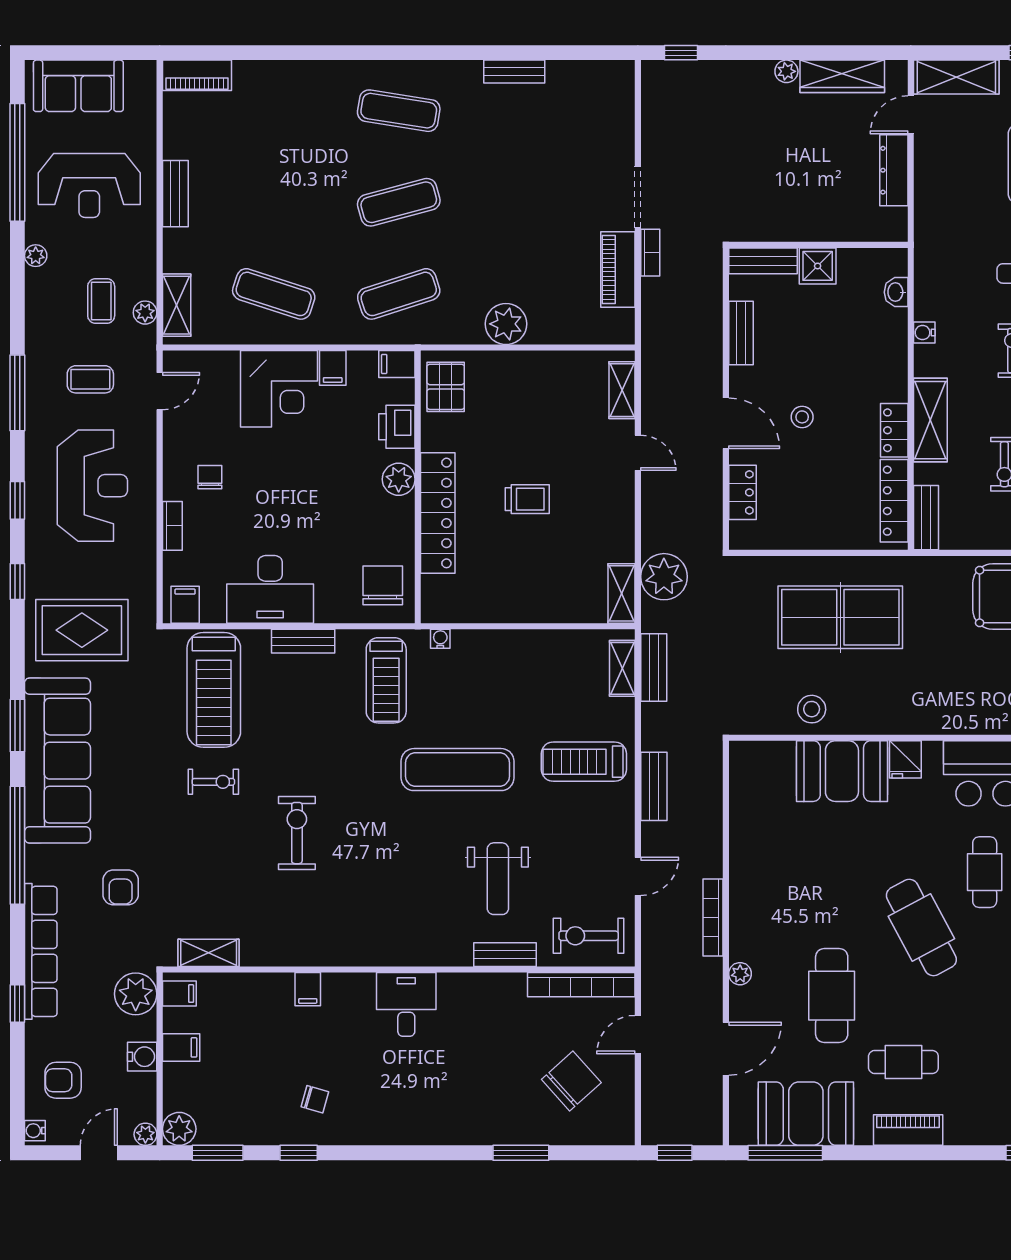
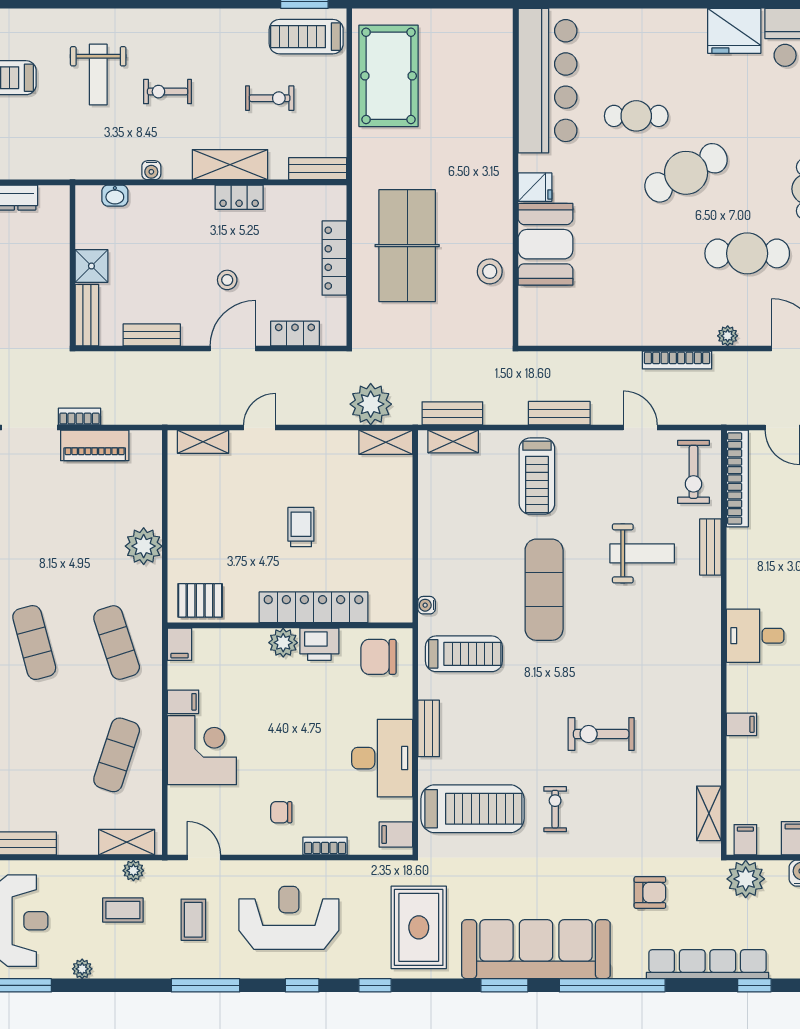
printer: (397, 427) -> (319, 644), moved
locker: (894, 501) -> (334, 258), moved, turned 90

